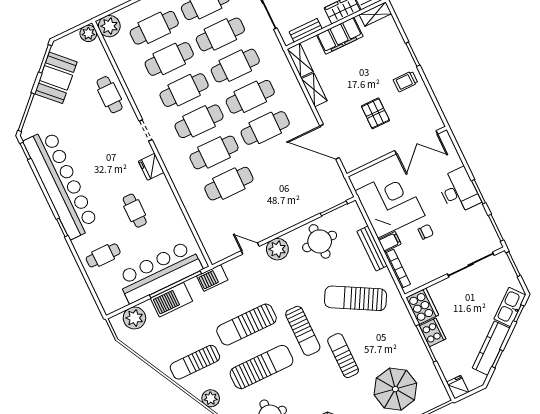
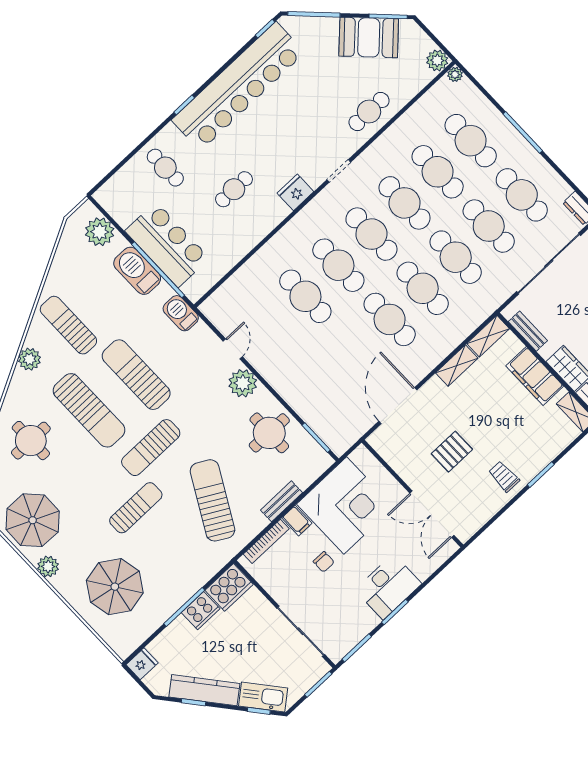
plant: (109, 26) -> (455, 74), width x0.53, depth x0.53
bench: (372, 248) -> (281, 501), width x0.73
bar counter: (159, 272) -> (167, 245), width x0.73

